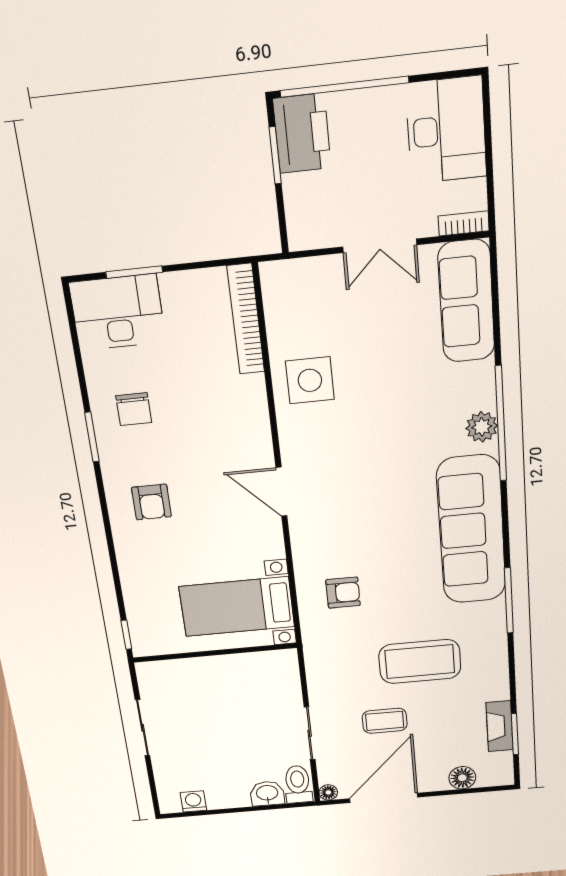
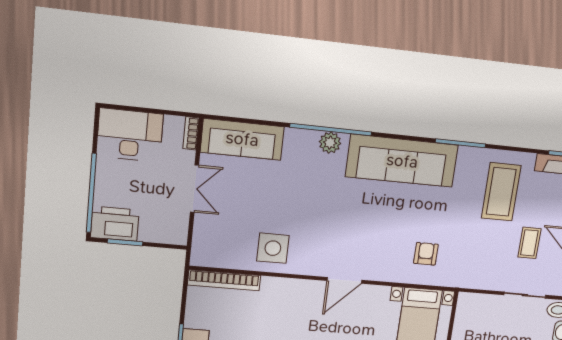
coffee table: (420, 662) -> (501, 192), moved

